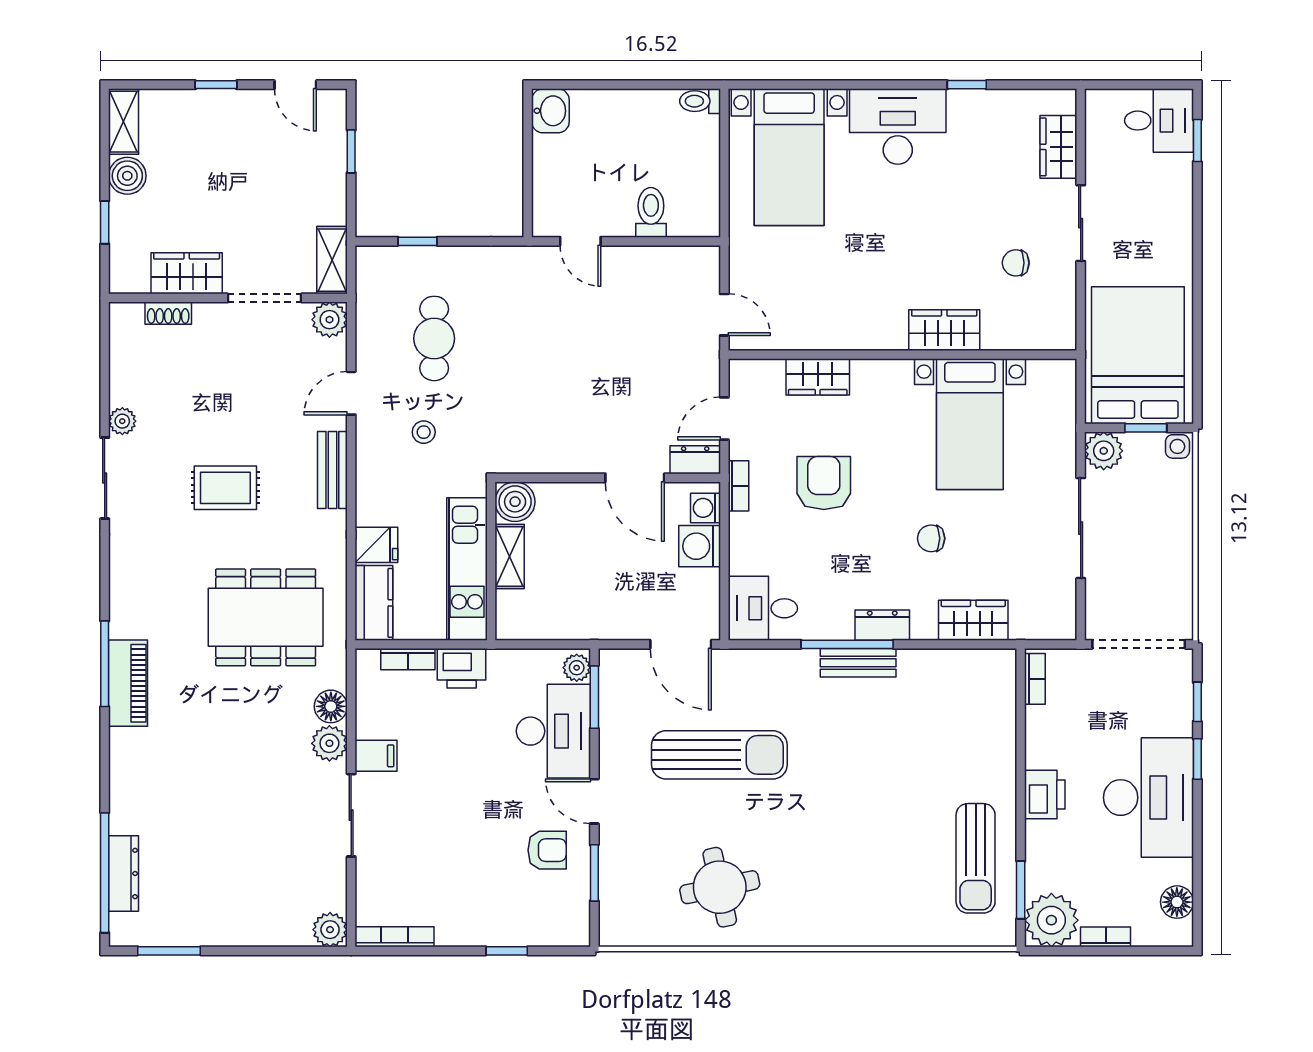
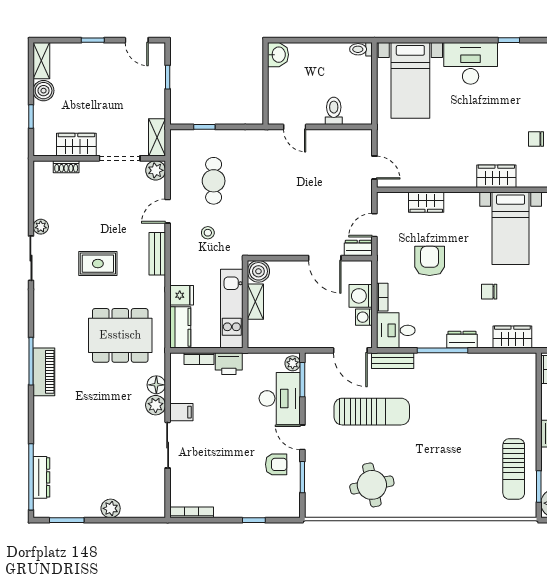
bookcase: (738, 486) -> (382, 297), moved
washing machine: (705, 508) -> (364, 317), moved
bench: (858, 663) -> (393, 361), moved
plant: (330, 930) -> (111, 508), moved

